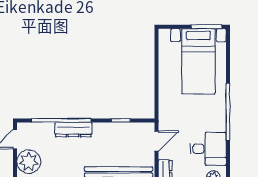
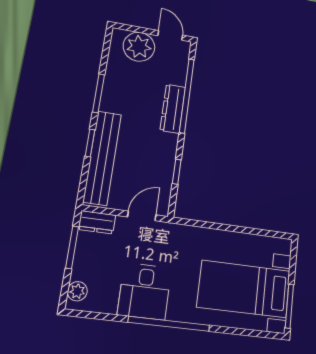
door: (156, 141) -> (142, 216), swing flipped
desk: (208, 149) -> (145, 291), moved

